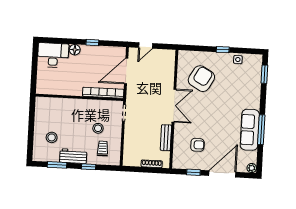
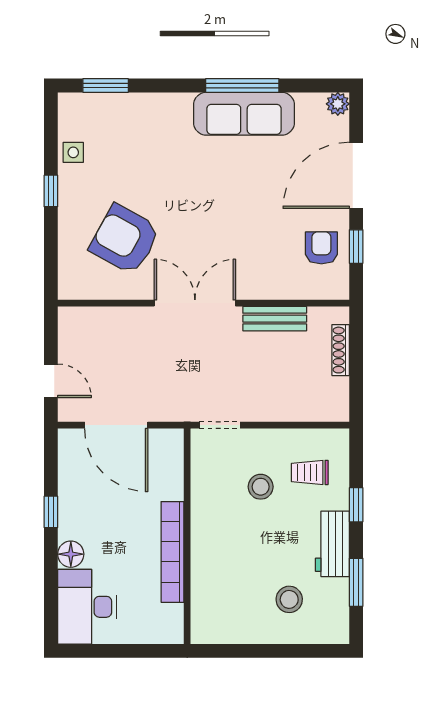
bookcase: (103, 93) -> (173, 552), moved
armchair: (197, 145) -> (321, 248), moved
door: (222, 174) -> (356, 175), hinge flipped

